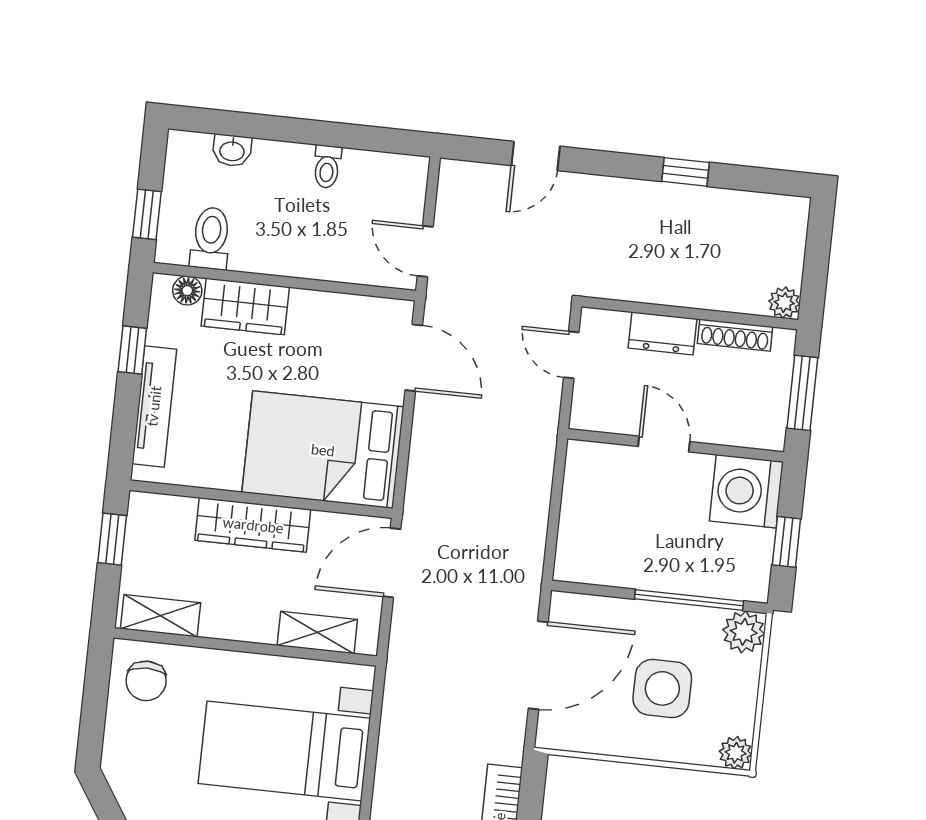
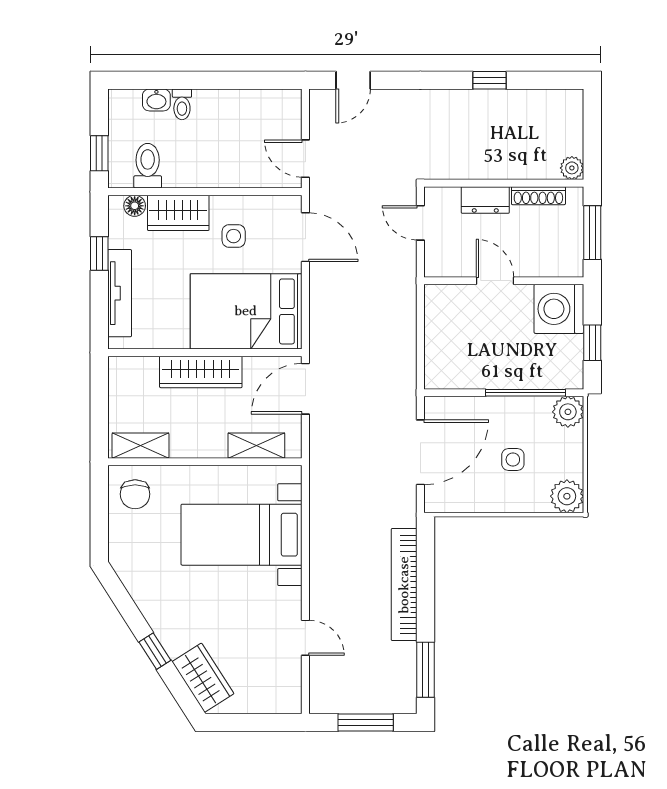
door: (536, 156) -> (353, 80), moved
toilet: (327, 167) -> (182, 104), moved
side table: (317, 346) -> (234, 236), added
window: (112, 539) -> (99, 393), removed
side table: (662, 688) -> (513, 459), width x0.54, depth x0.54
plant: (736, 753) -> (567, 496), width x1.38, depth x1.38

